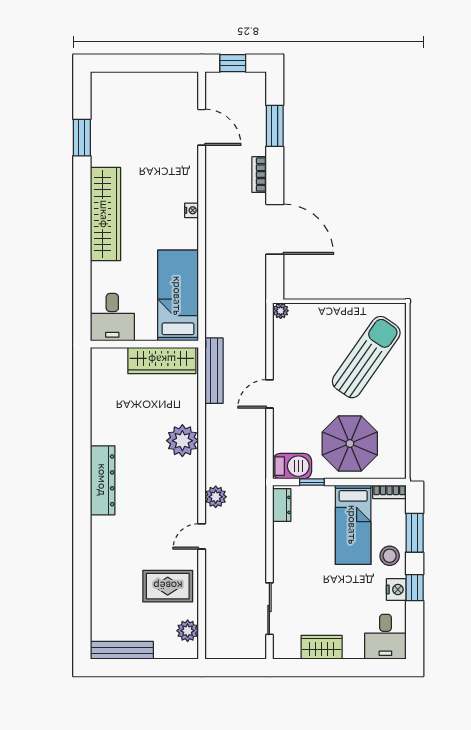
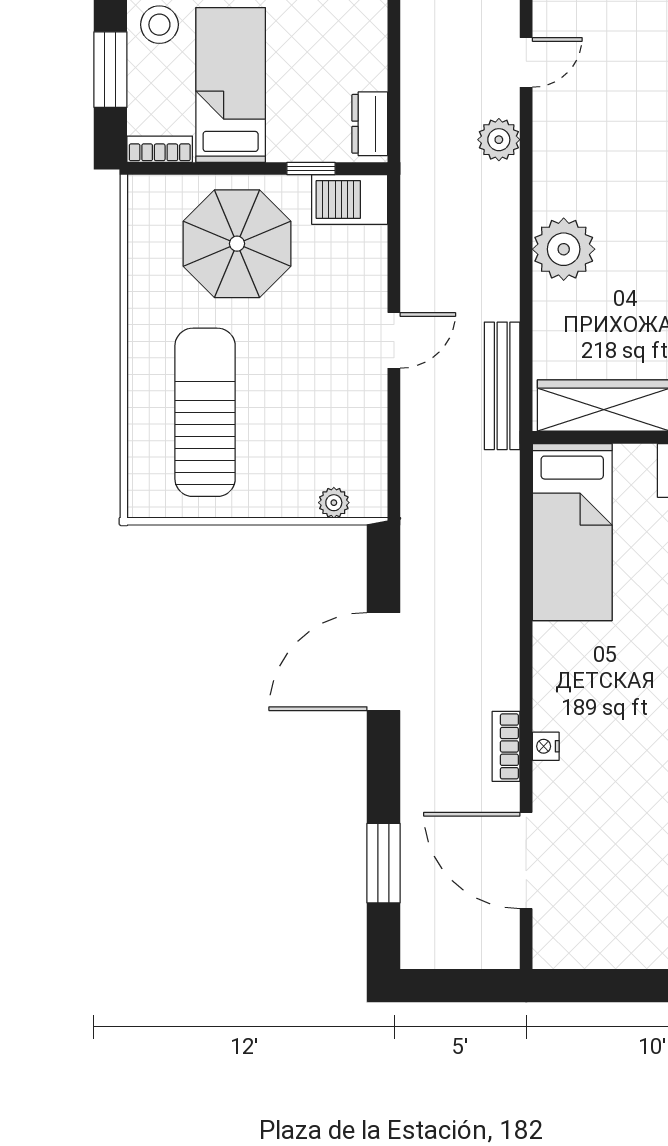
window: (233, 63) -> (466, 986), removed
door: (202, 127) -> (526, 860), width x1.36
bookcase: (259, 175) -> (506, 746), moved, turned 180
nightstand: (192, 210) -> (546, 746), moved
door: (275, 229) -> (383, 662), hinge flipped
plant: (281, 311) -> (334, 503), moved
sun lounger: (366, 357) -> (205, 412), turned 145

